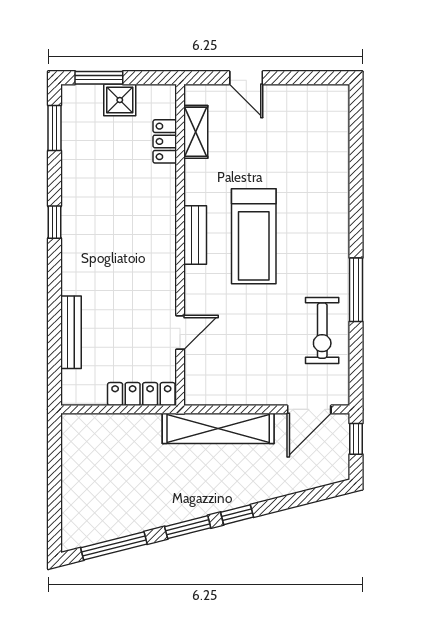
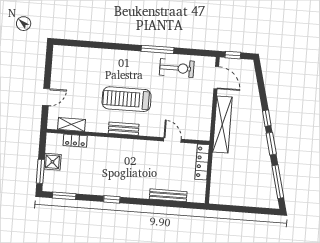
treadmill: (254, 236) -> (127, 99), turned 180

